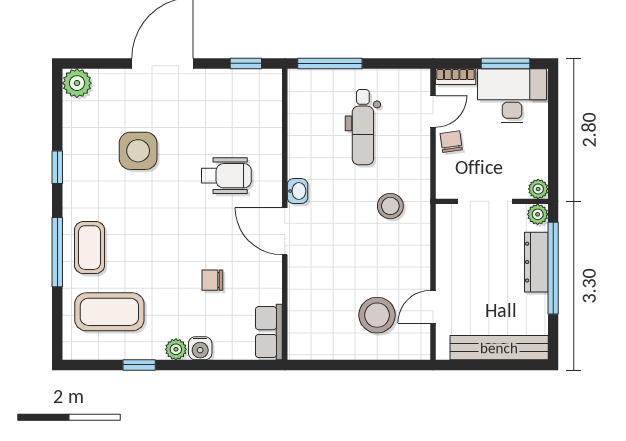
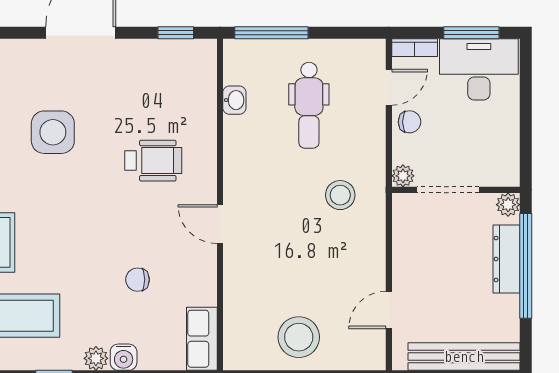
chair: (451, 142) -> (410, 122), turned 98
plant: (538, 189) -> (403, 176), moved
washbasin: (297, 191) -> (234, 100), moved
door: (285, 231) -> (220, 224), width x0.73
stool: (377, 315) -> (299, 337), moved

